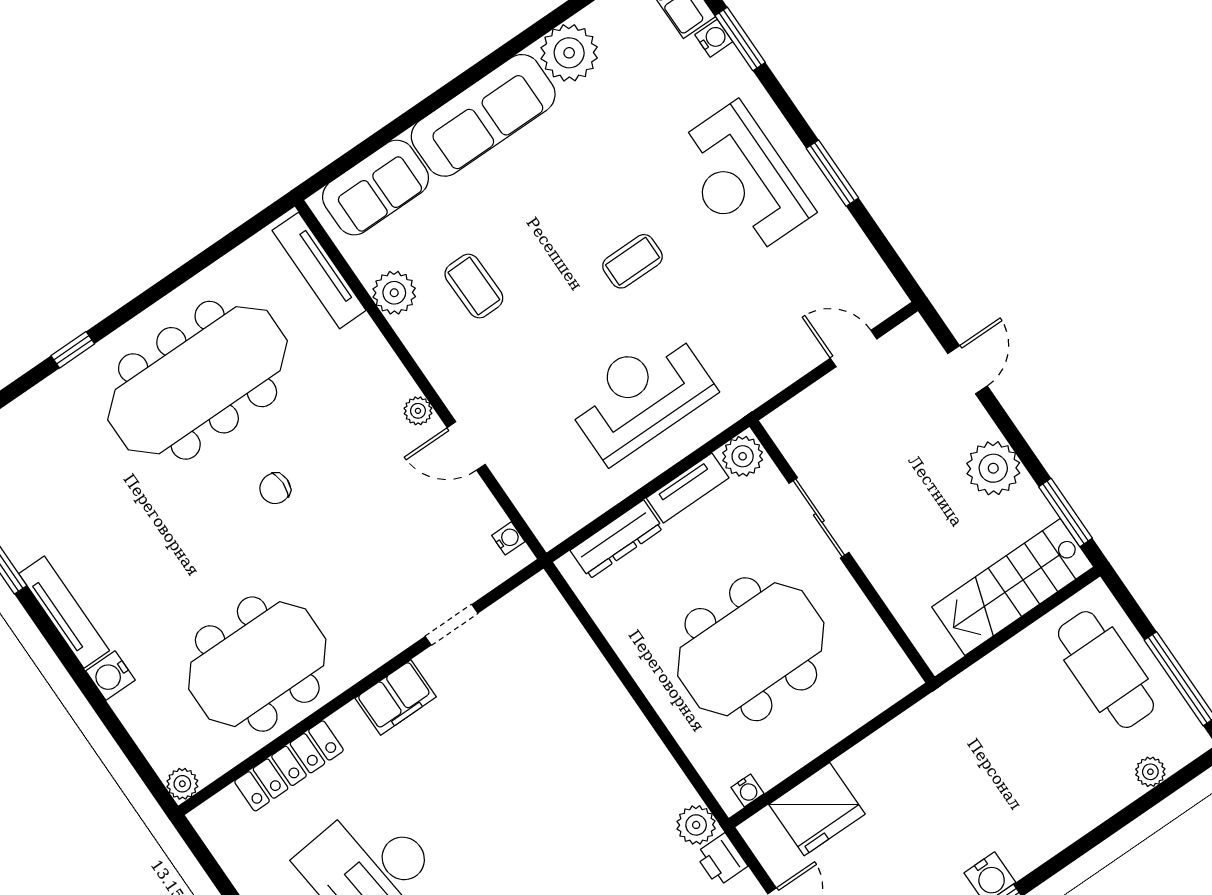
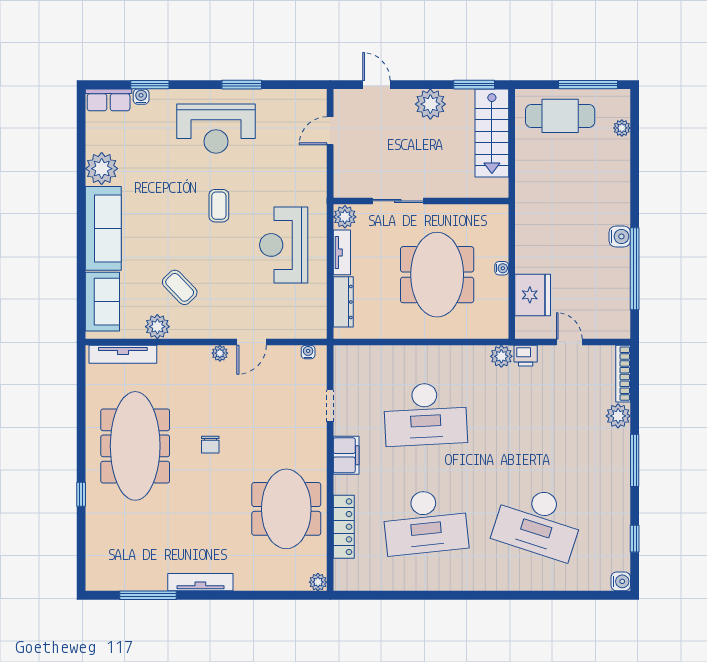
coffee table: (474, 286) -> (180, 287), turned 47
water cooler: (110, 676) -> (245, 581), removed
desk: (535, 772) -> (425, 414), added
water cooler: (748, 790) -> (502, 268), moved

